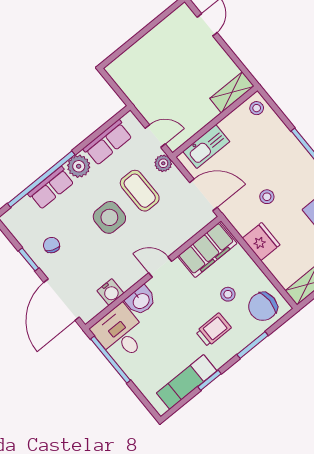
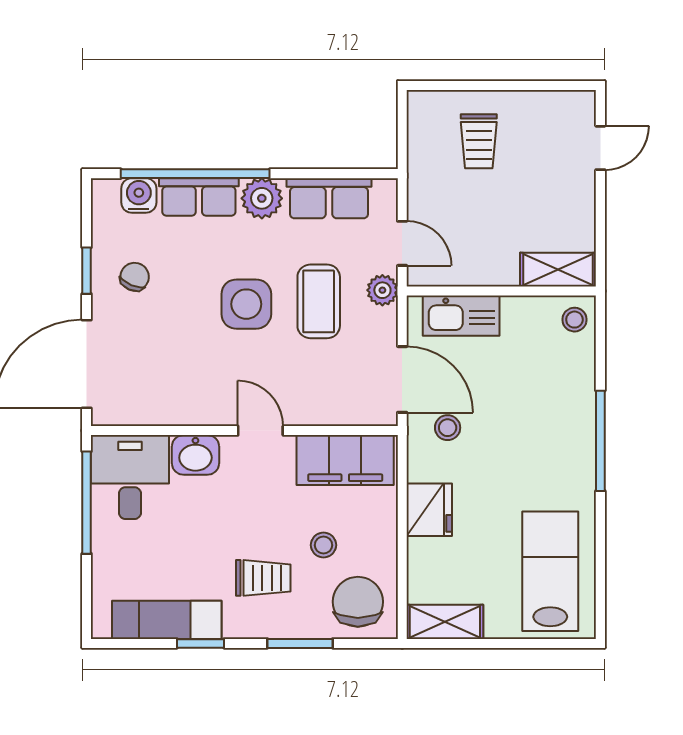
trolley: (152, 65) -> (479, 141), added
stool: (267, 197) -> (448, 428), moved
water cooler: (110, 292) -> (139, 195), moved, turned 180
chair: (263, 307) -> (358, 602), turned 90

